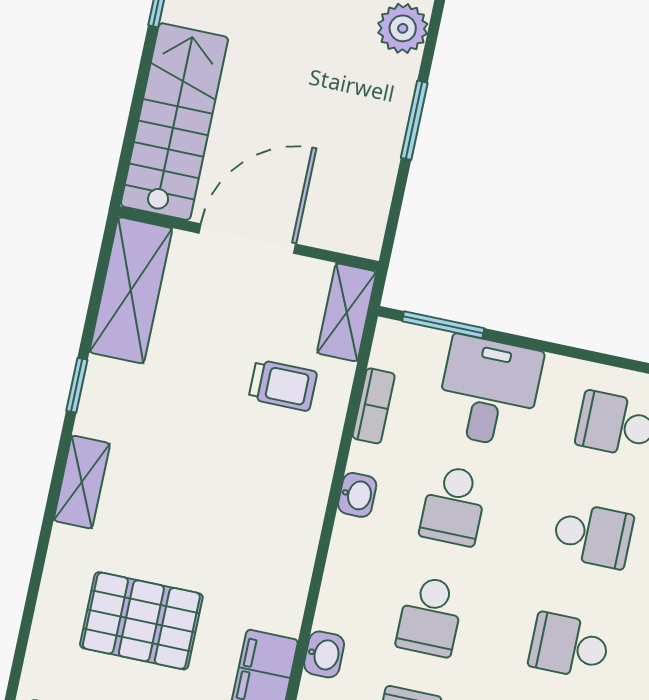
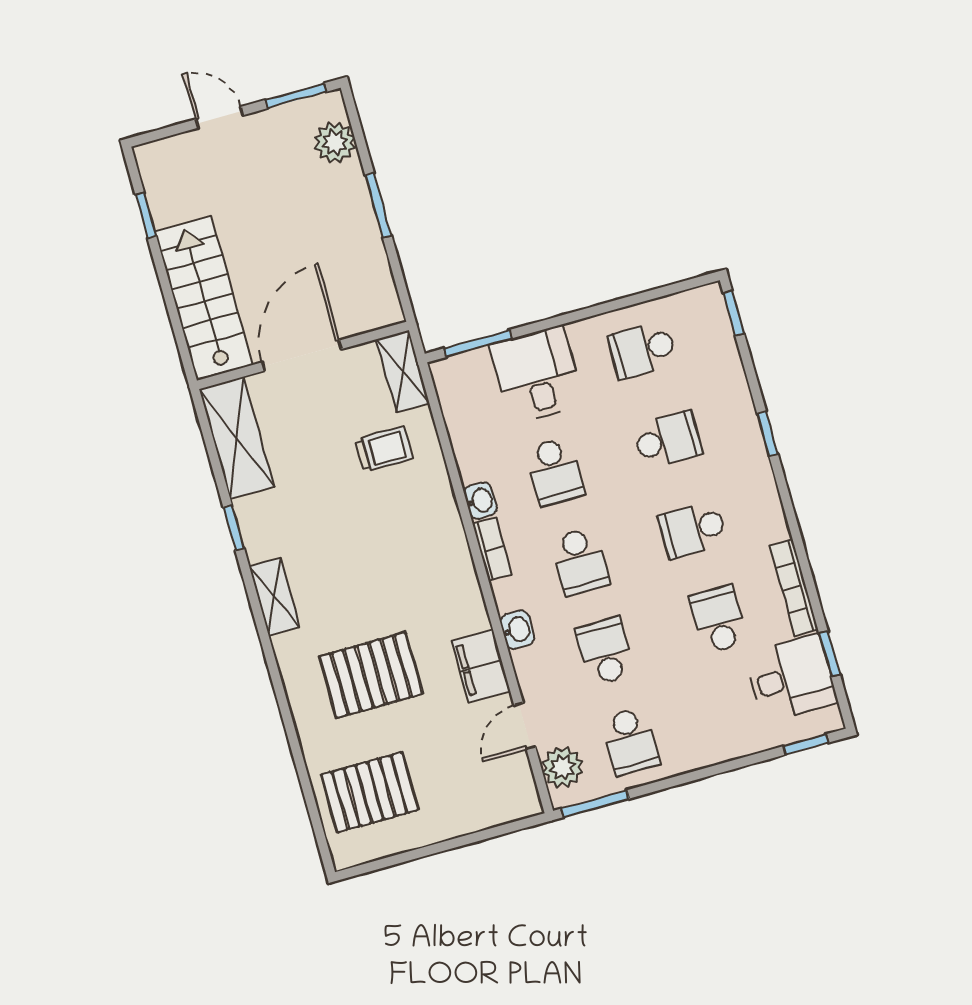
bookcase: (374, 406) -> (492, 549), moved

